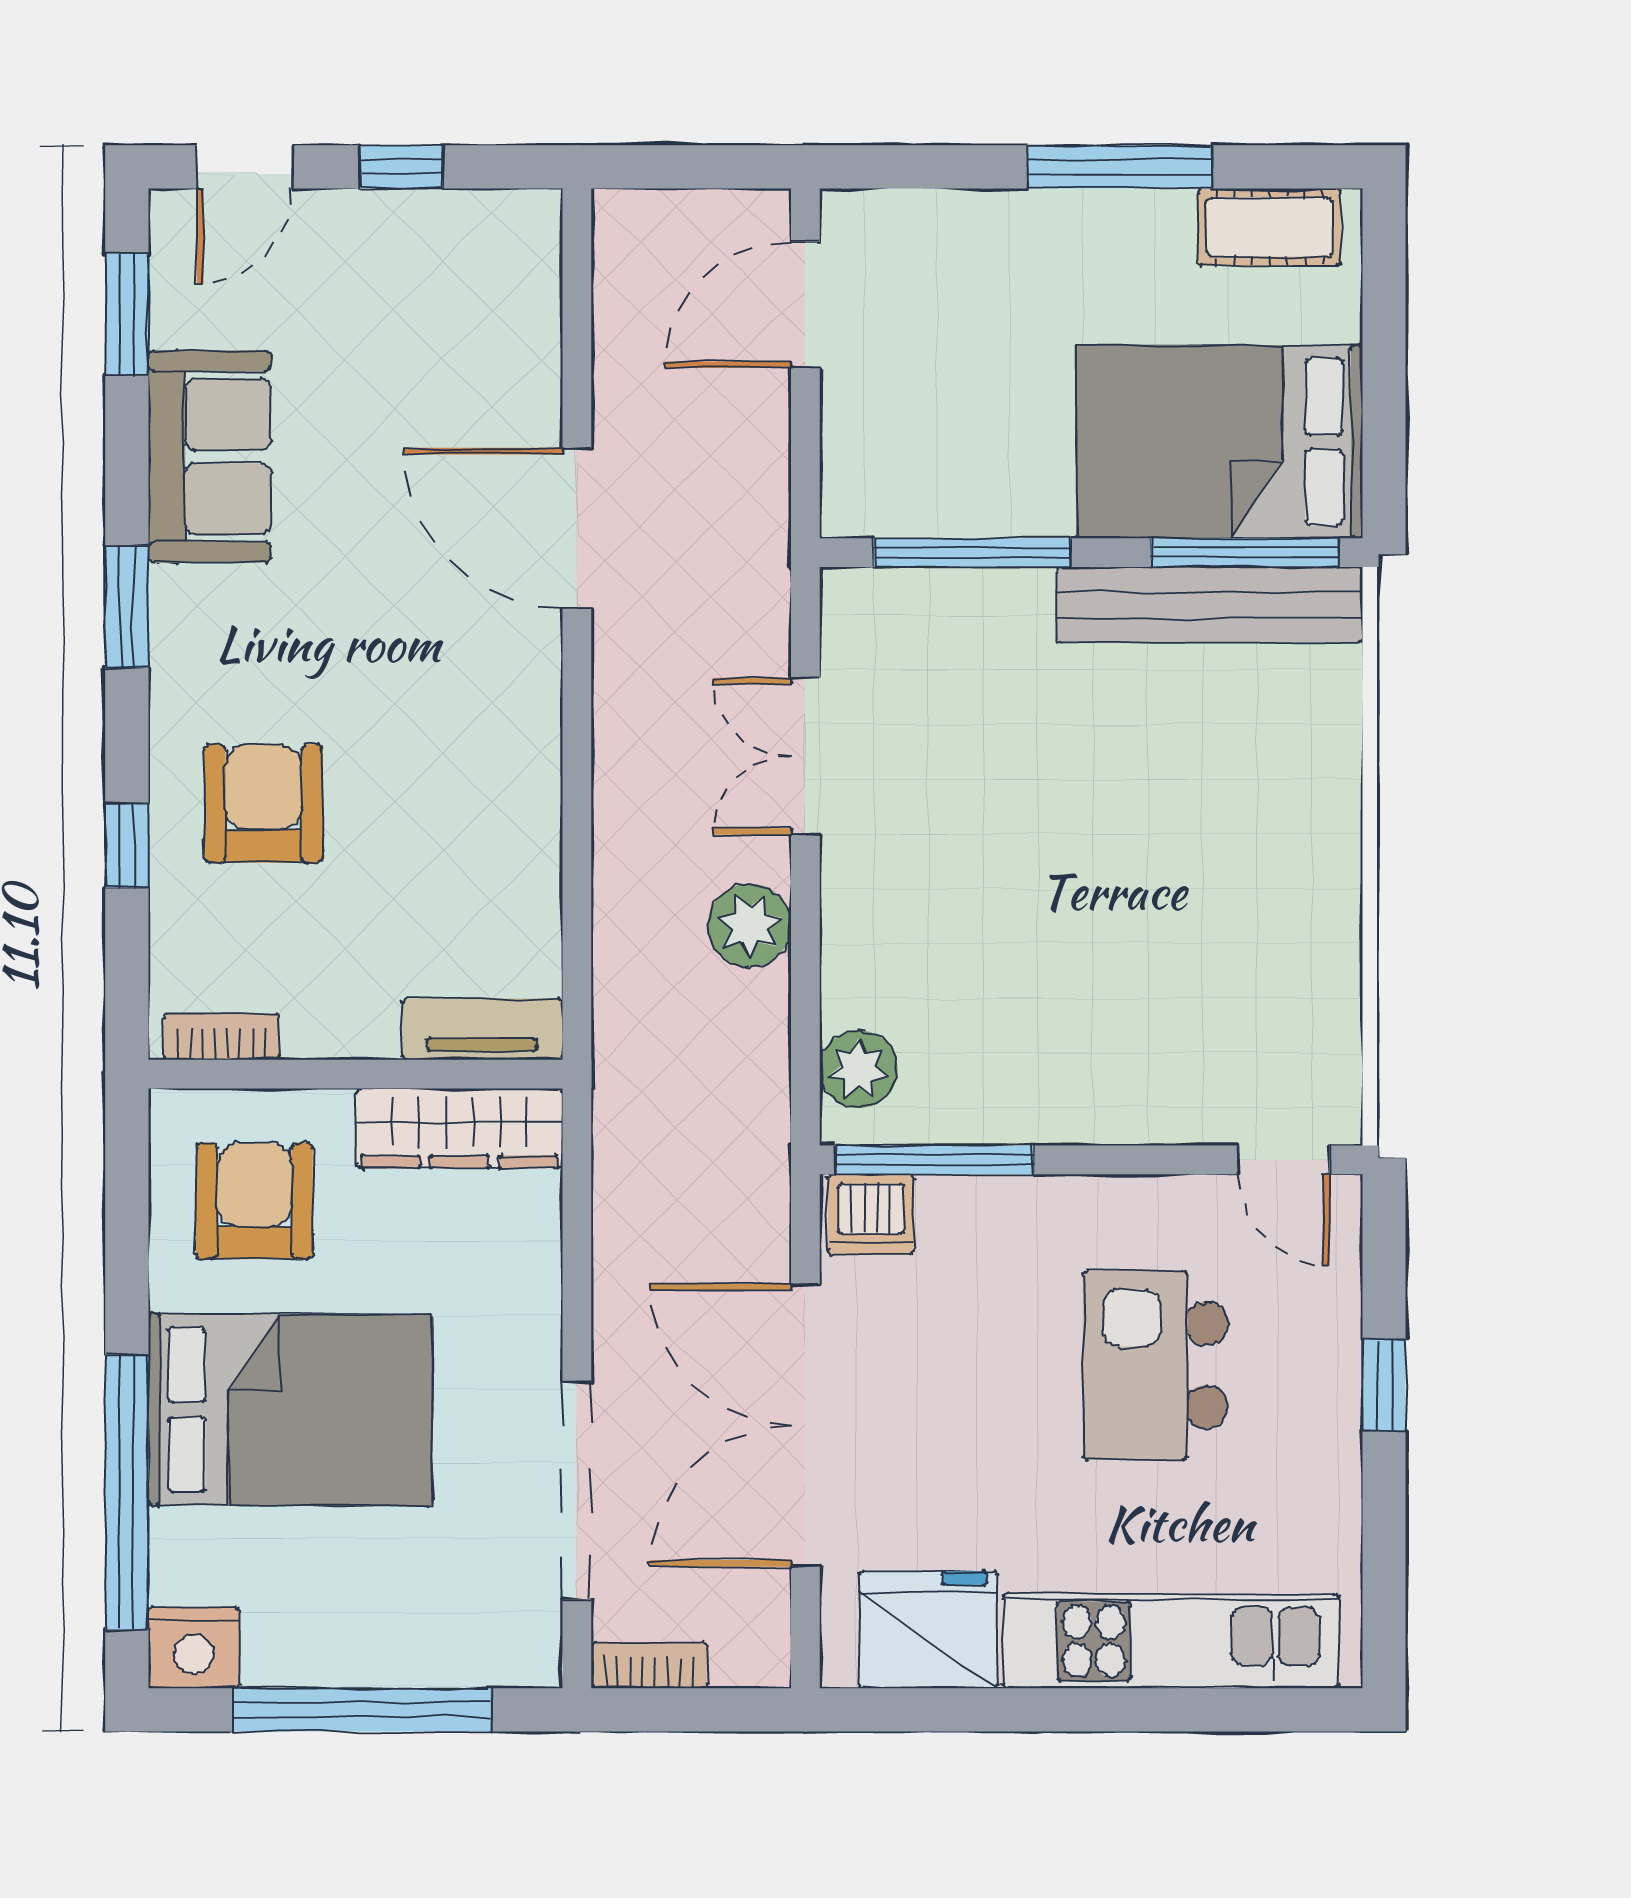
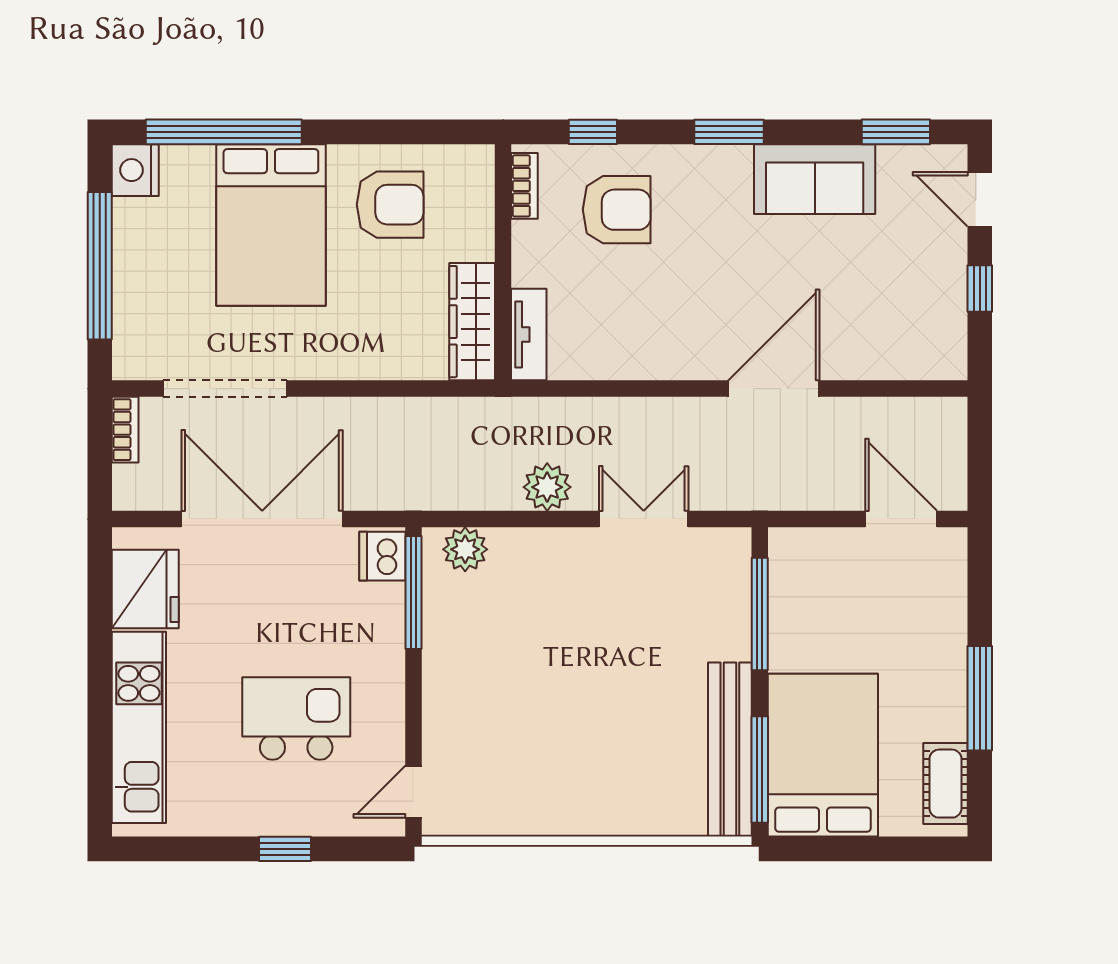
tv unit: (482, 1029) -> (529, 335), moved
bookcase: (222, 1037) -> (524, 186), moved
wall: (355, 1074) -> (503, 262), moved
wardrobe: (459, 1128) -> (472, 322), moved

